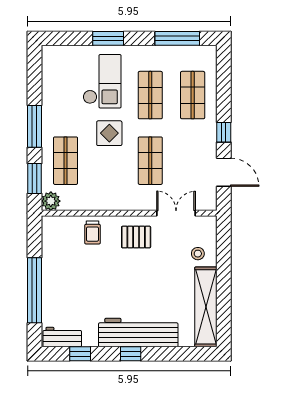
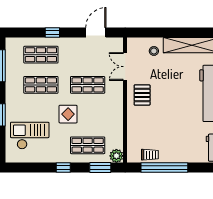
checkout: (102, 81) -> (30, 136), moved
window: (34, 126) -> (63, 167), width x0.46
window: (224, 132) -> (52, 33), moved
trolley: (93, 232) -> (150, 155), moved
window: (34, 290) -> (164, 167), moved

